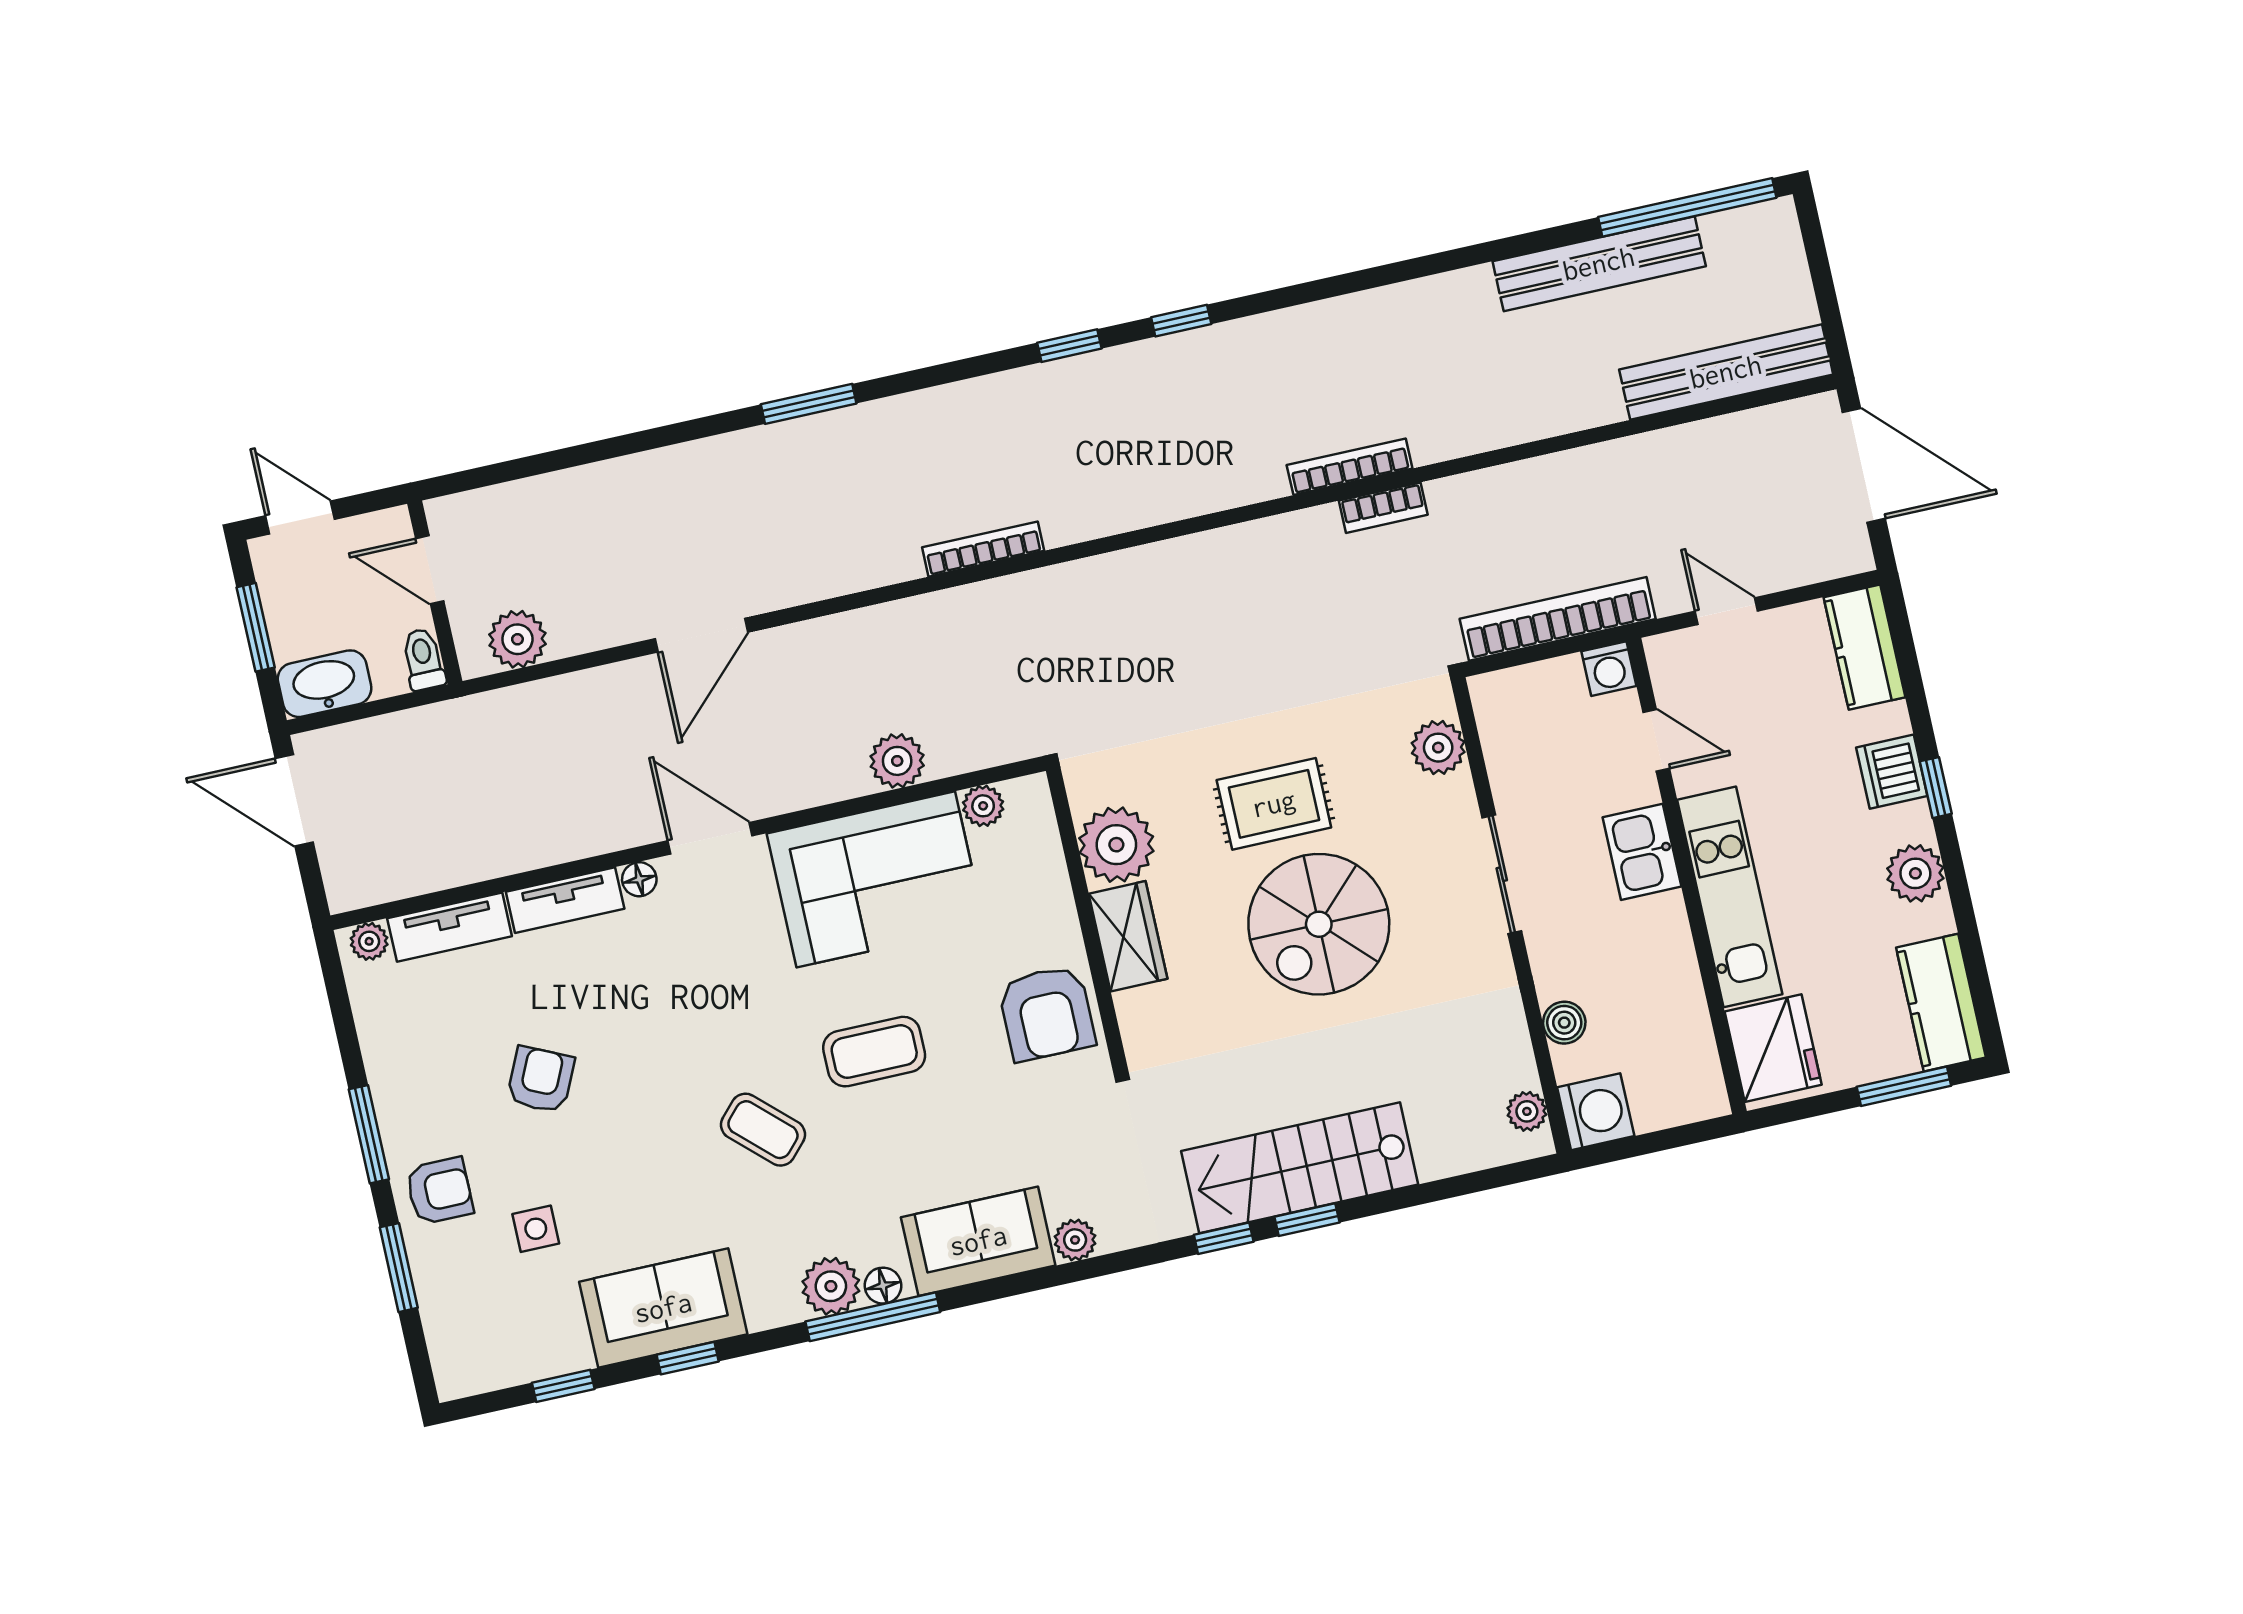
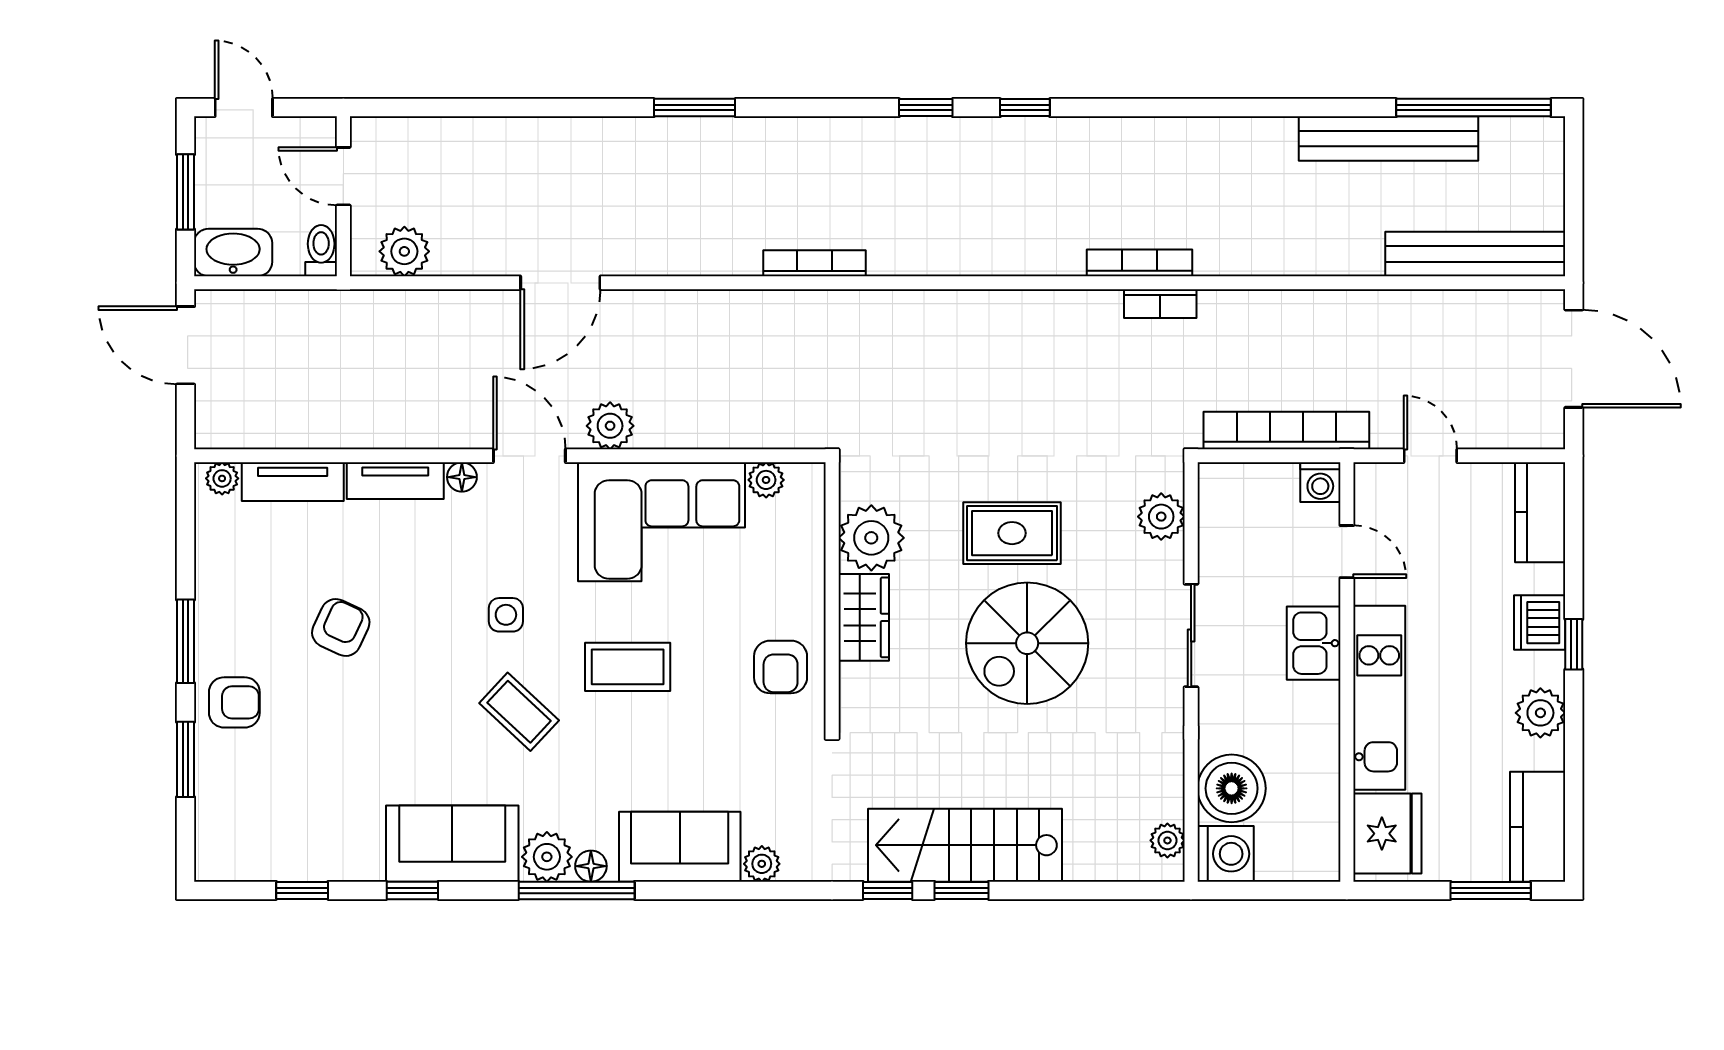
plant: (897, 761) -> (610, 426), moved
armchair: (1047, 1013) -> (781, 667), width x0.72, depth x0.72
boiler: (1564, 1023) -> (1232, 788), width x1.86, depth x1.86
side table: (536, 1229) -> (506, 615), moved
sofa: (663, 1308) -> (452, 844), moved

